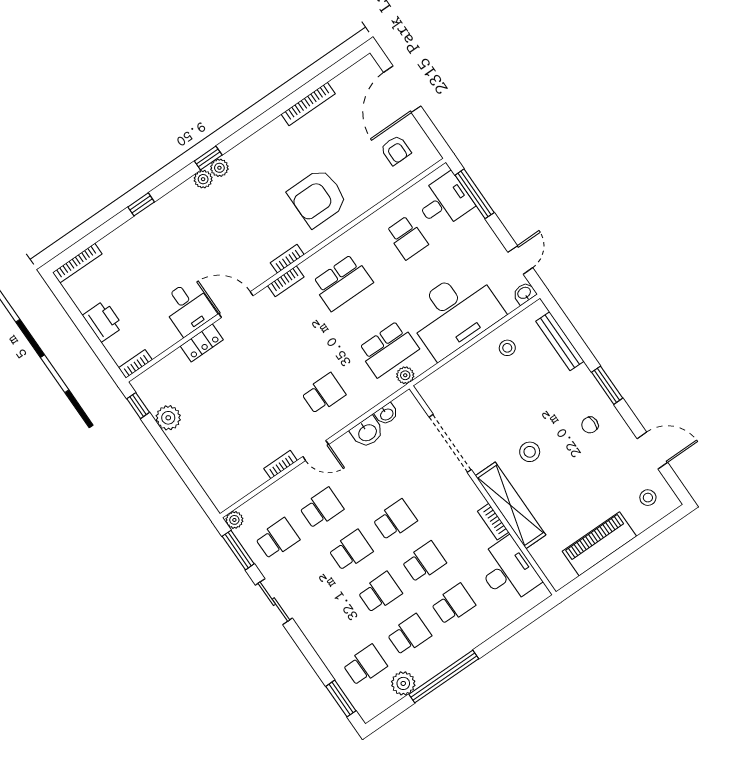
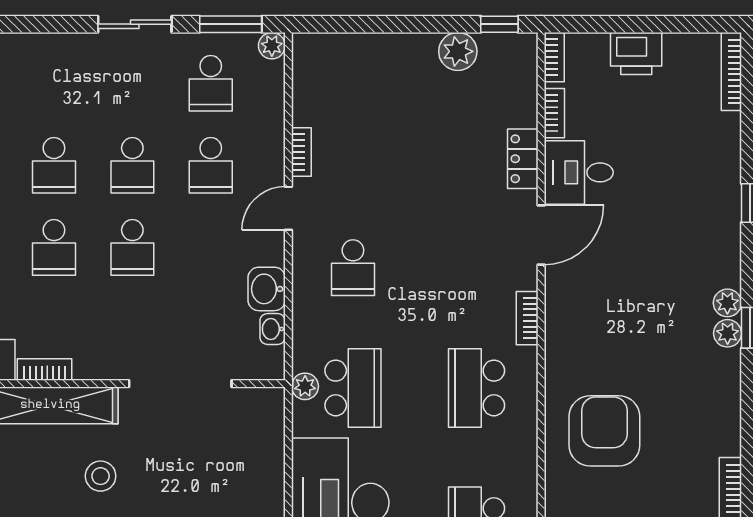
bookcase: (287, 259) -> (554, 113), moved
school desk: (388, 349) -> (353, 388), turned 180

